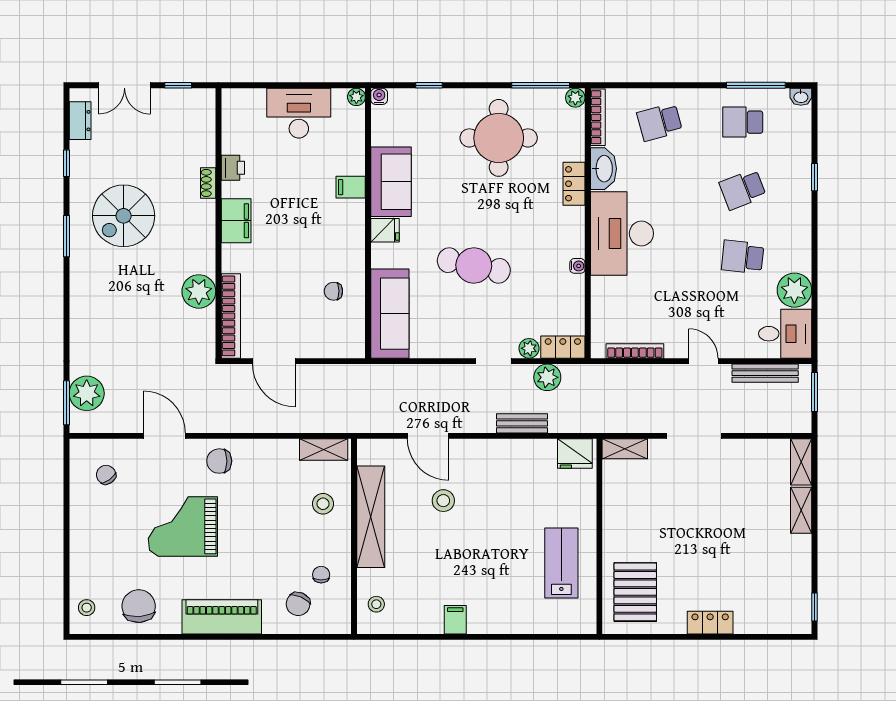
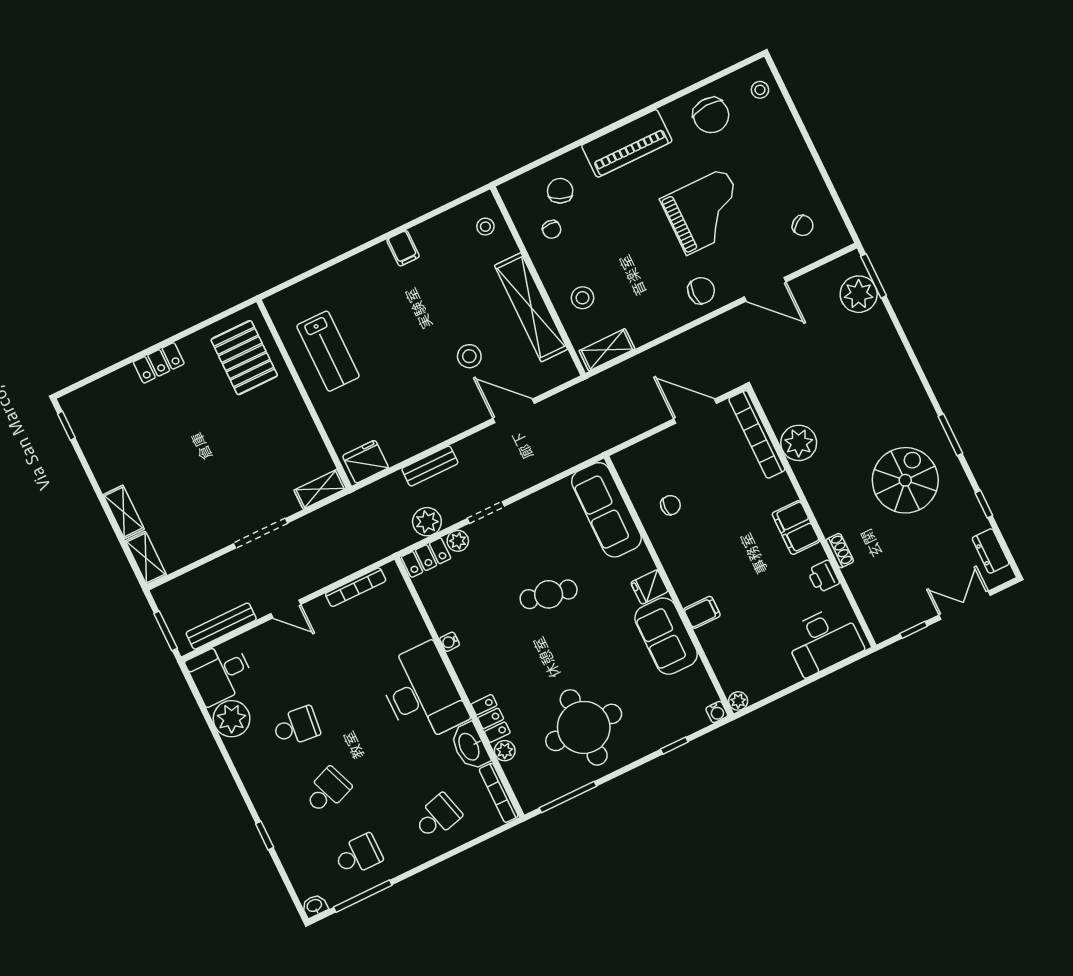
plant: (575, 98) -> (505, 751), moved
desk: (299, 113) -> (824, 641), moved
cafe table: (474, 266) -> (549, 594), width x0.73, depth x0.74

